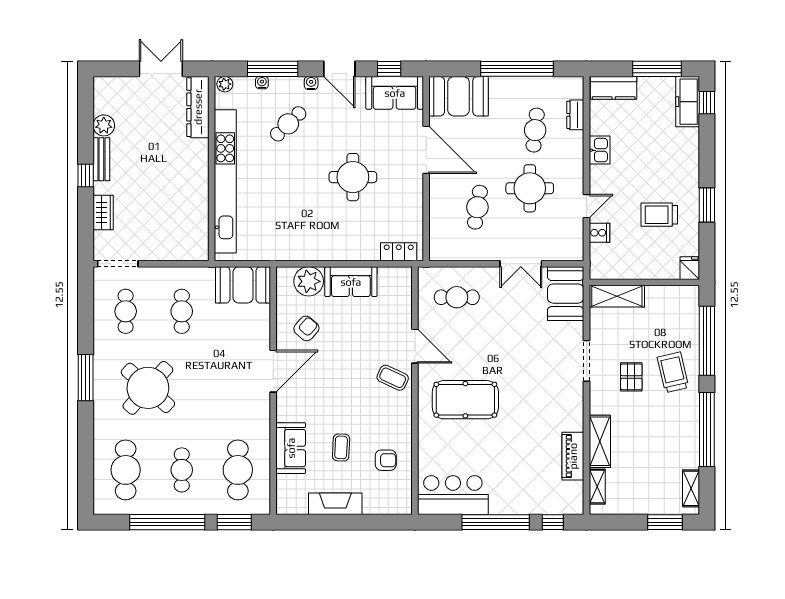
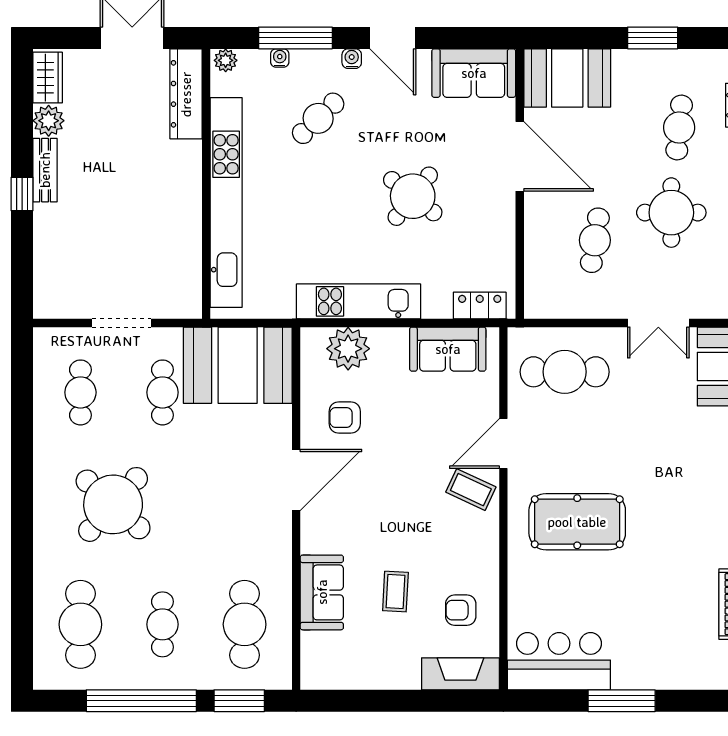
window: (389, 69) -> (466, 38), removed
window: (517, 69) -> (653, 38), width x0.47
round table: (353, 177) -> (413, 196), turned 38
wardrobe: (103, 213) -> (48, 78), moved
kitchen unit: (316, 249) -> (358, 301), added
doorway: (118, 264) -> (121, 323), moved
sofa: (351, 282) -> (448, 349), moved
booth: (243, 285) -> (238, 365), width x1.36, depth x1.42
cafe table: (457, 297) -> (565, 372), width x1.37, depth x1.35
armchair: (306, 328) -> (345, 417), turned -131
door: (415, 346) -> (503, 443), swing flipped
window: (86, 378) -> (22, 489), removed
armchair: (386, 460) -> (461, 610), turned 180
fireplace: (335, 504) -> (460, 674), moved
window: (496, 522) -> (622, 701), width x0.68
window: (553, 522) -> (705, 701), removed

